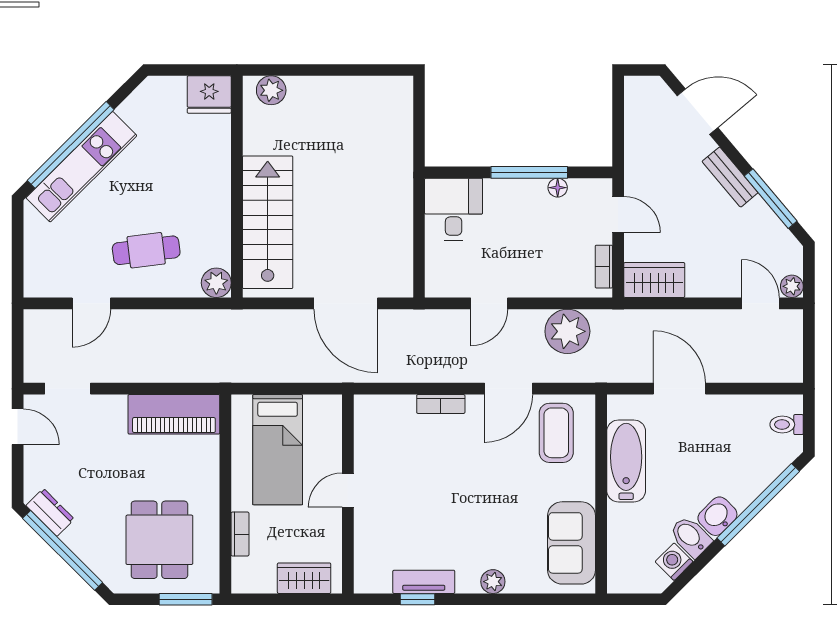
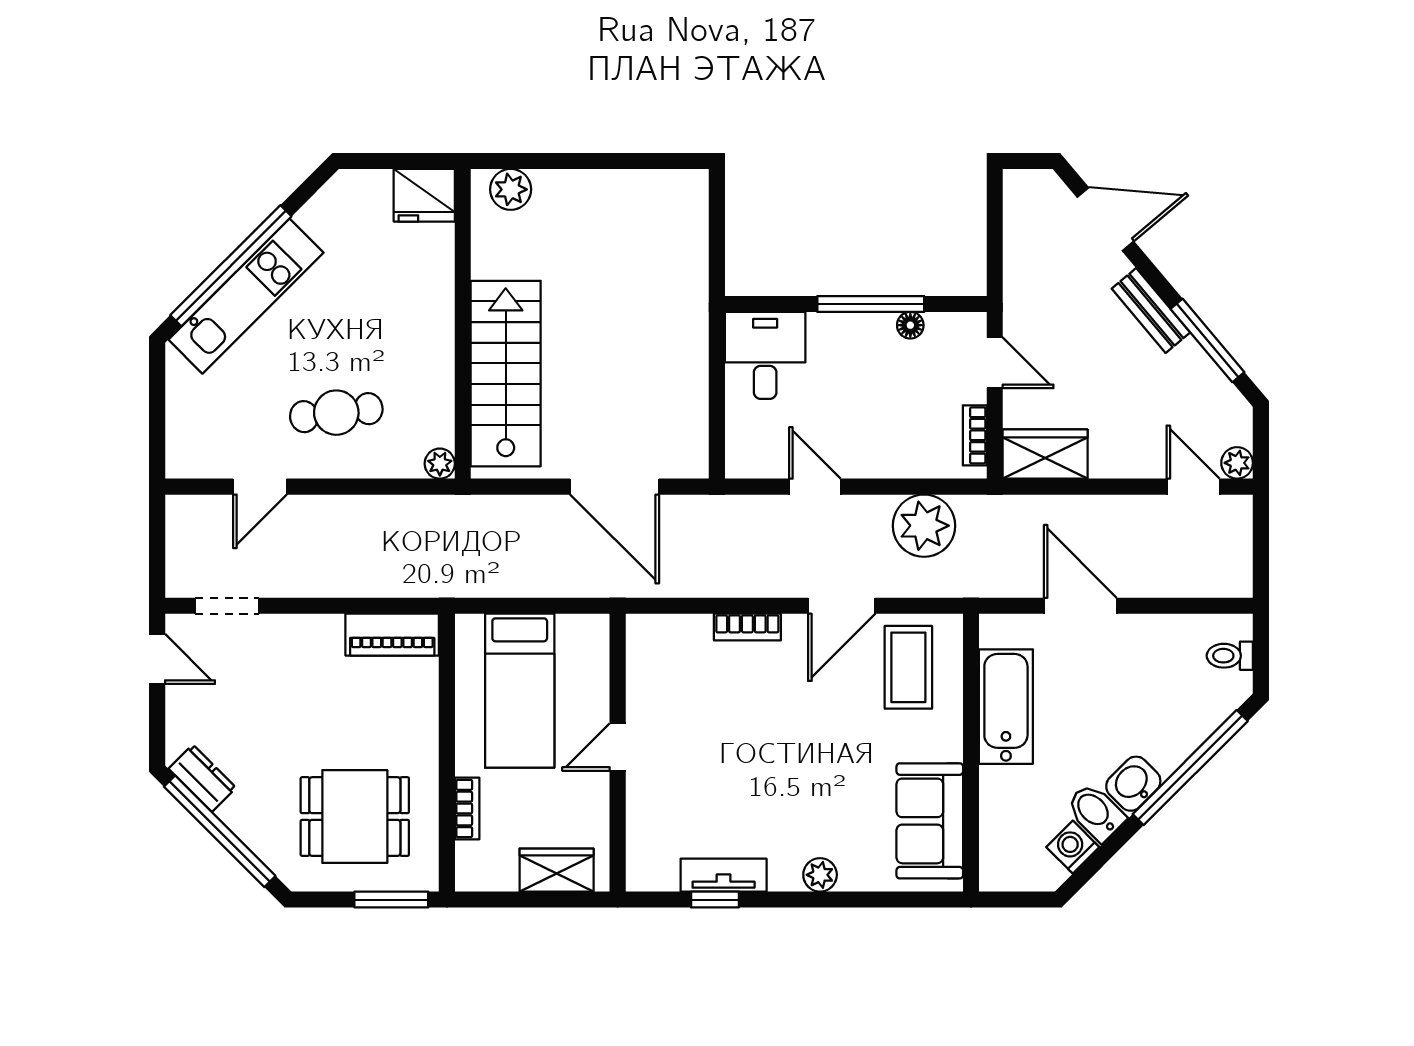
plant: (216, 283) -> (440, 464), width x0.73, depth x0.73
door: (489, 303) -> (815, 487), swing flipped
piano: (174, 414) -> (392, 635), width x0.73, depth x0.75
dining table: (159, 540) -> (355, 817), turned 90

